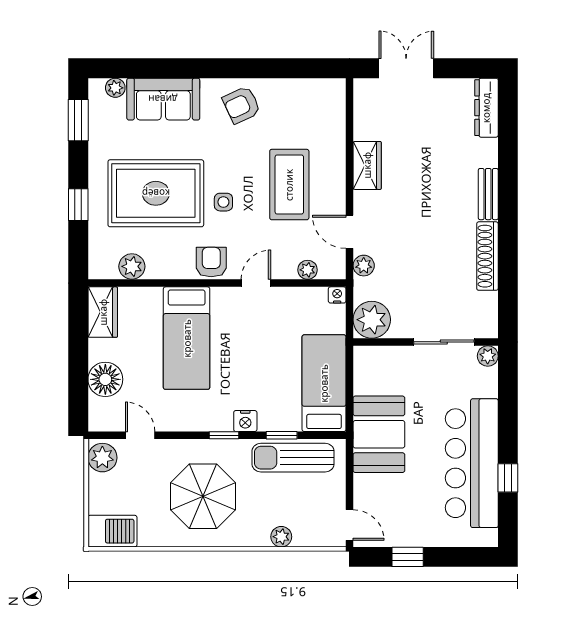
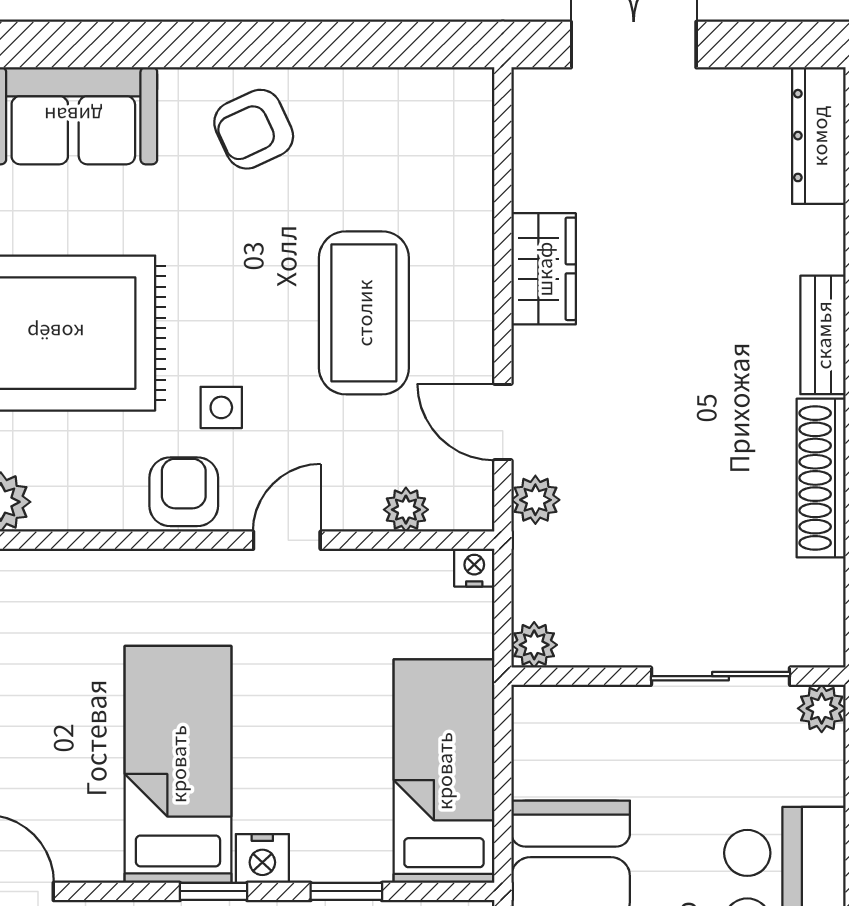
side table: (223, 202) -> (221, 407), moved
plant: (372, 320) -> (534, 645), width x0.53, depth x0.53
bed: (187, 338) -> (178, 764), moved, turned 180

